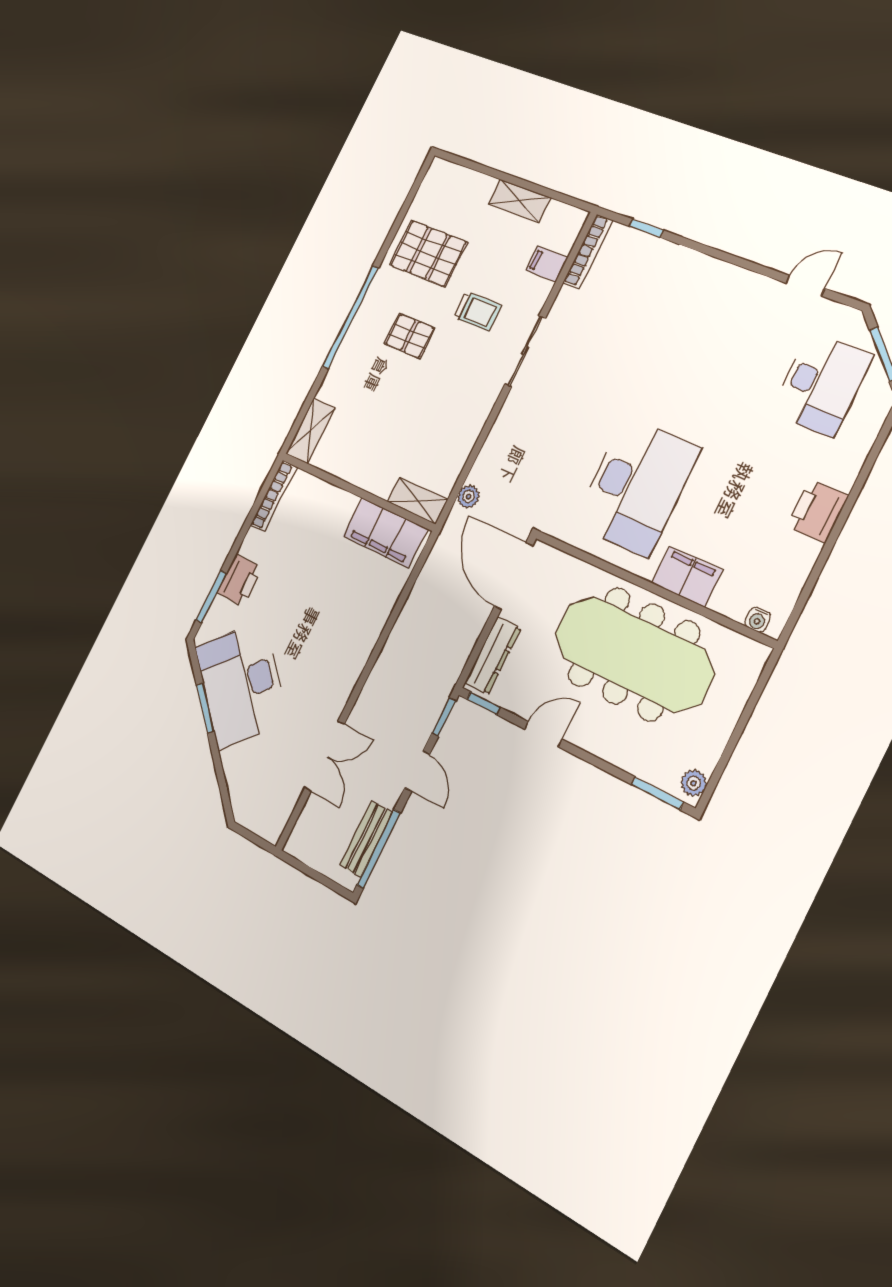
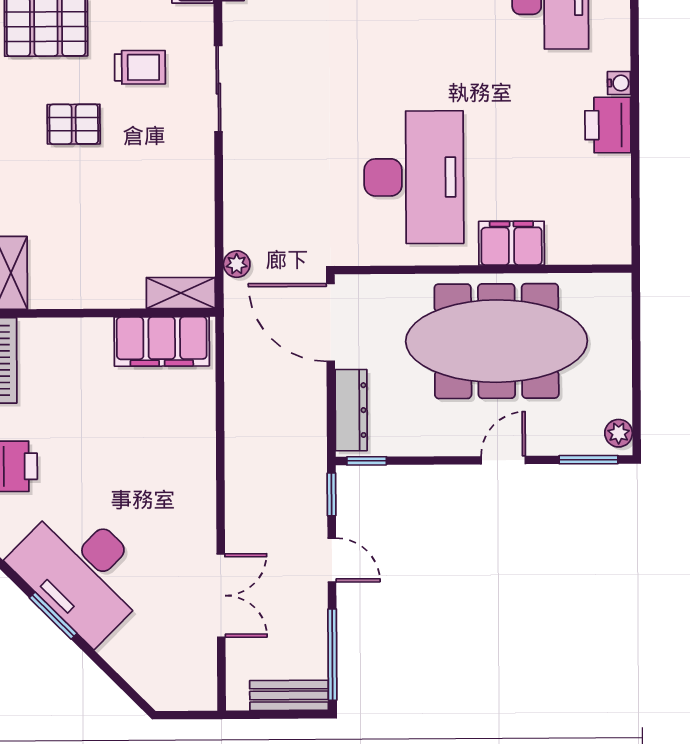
water cooler: (758, 620) -> (619, 83), moved, turned -90
door: (543, 734) -> (503, 460), moved
bench: (366, 839) -> (289, 695), moved, turned 90

